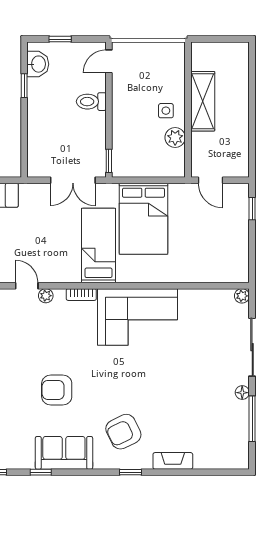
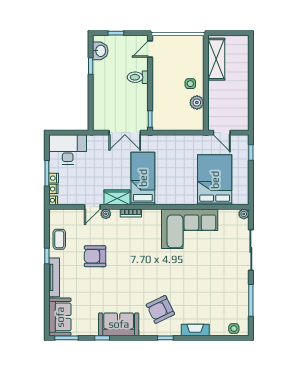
shelving: (203, 101) -> (216, 59), moved
bed: (143, 219) -> (215, 180), moved, turned 180
wardrobe: (62, 272) -> (117, 197), added
door: (27, 286) -> (92, 207), swing flipped
corner sofa: (137, 317) -> (190, 229), moved
armchair: (57, 390) -> (95, 256), moved
floor lamp: (242, 393) -> (244, 282), removed
side table: (228, 459) -> (234, 329), added

